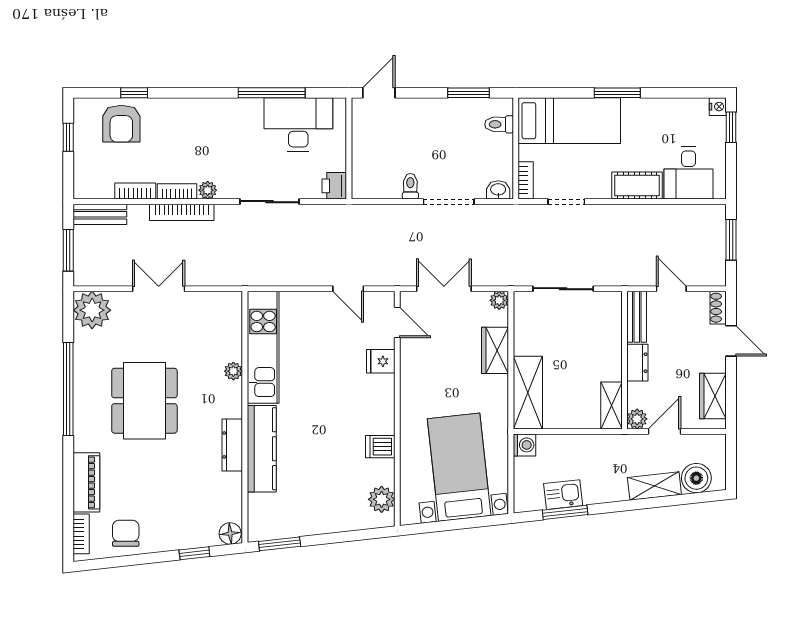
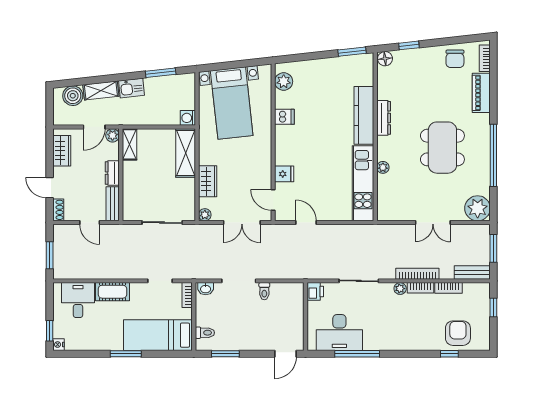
window: (68, 137) -> (493, 307), moved
kitchen sink: (563, 495) -> (132, 88), moved

